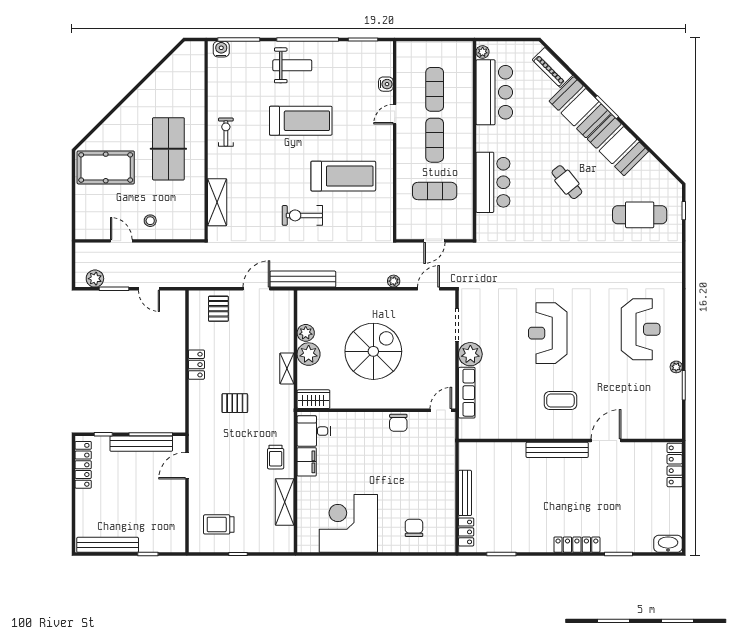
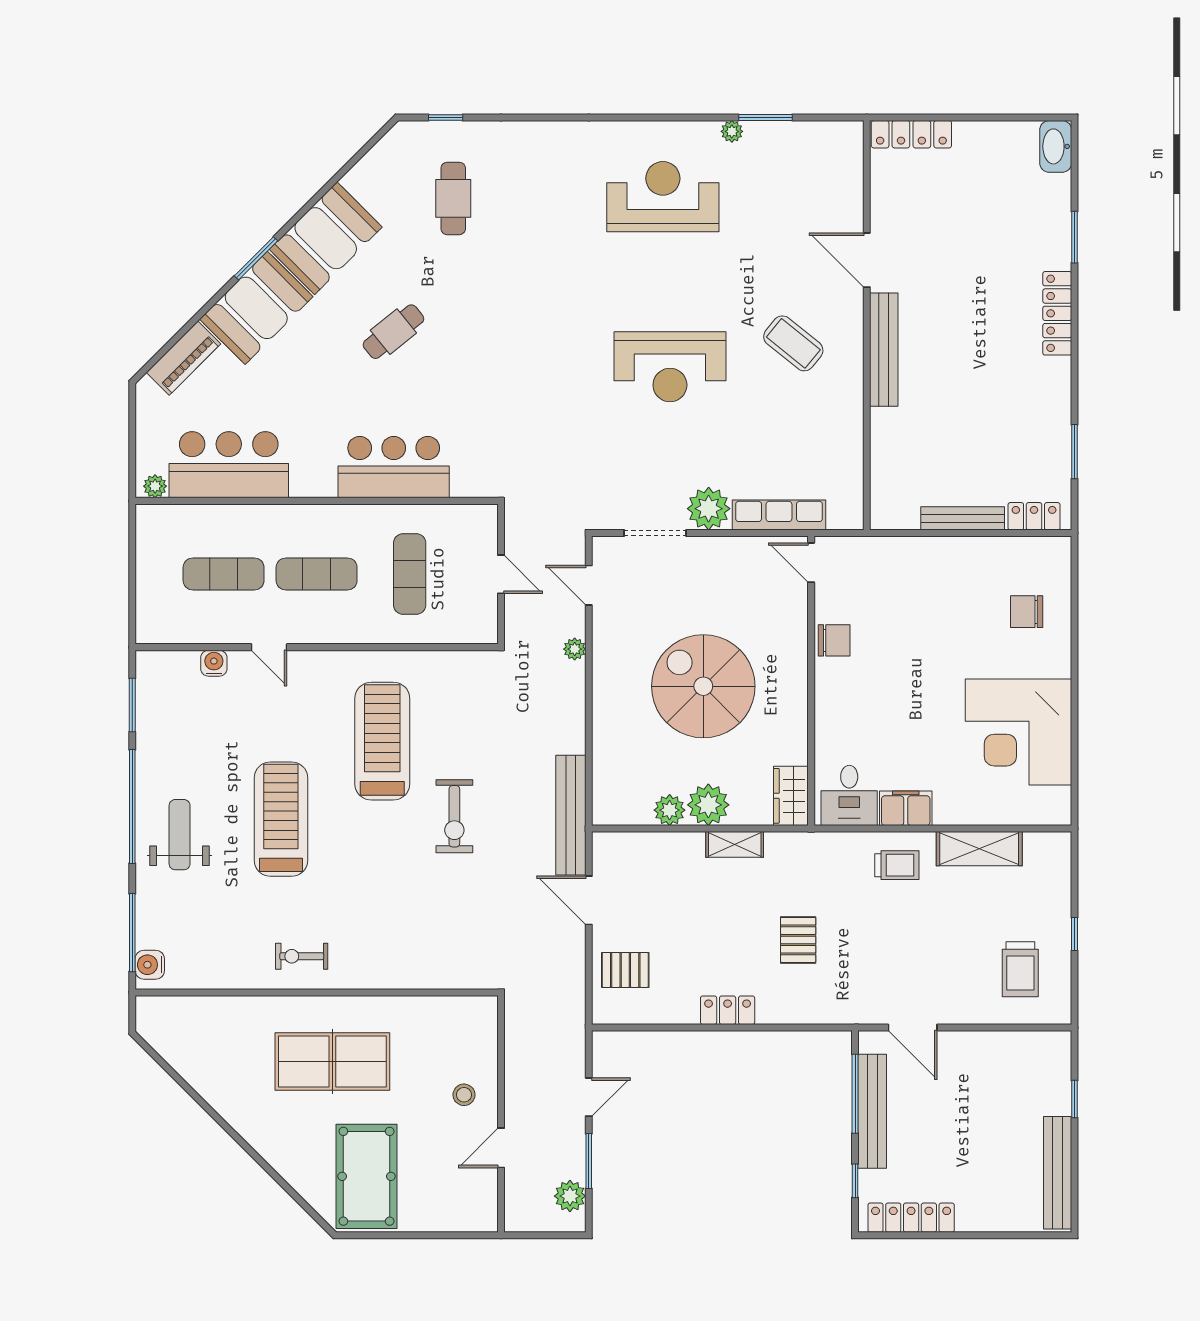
shelving: (217, 202) -> (430, 972), removed
cafe table: (640, 215) -> (453, 198), width x0.73, depth x0.74
coffee table: (560, 401) -> (793, 343), turned -51

